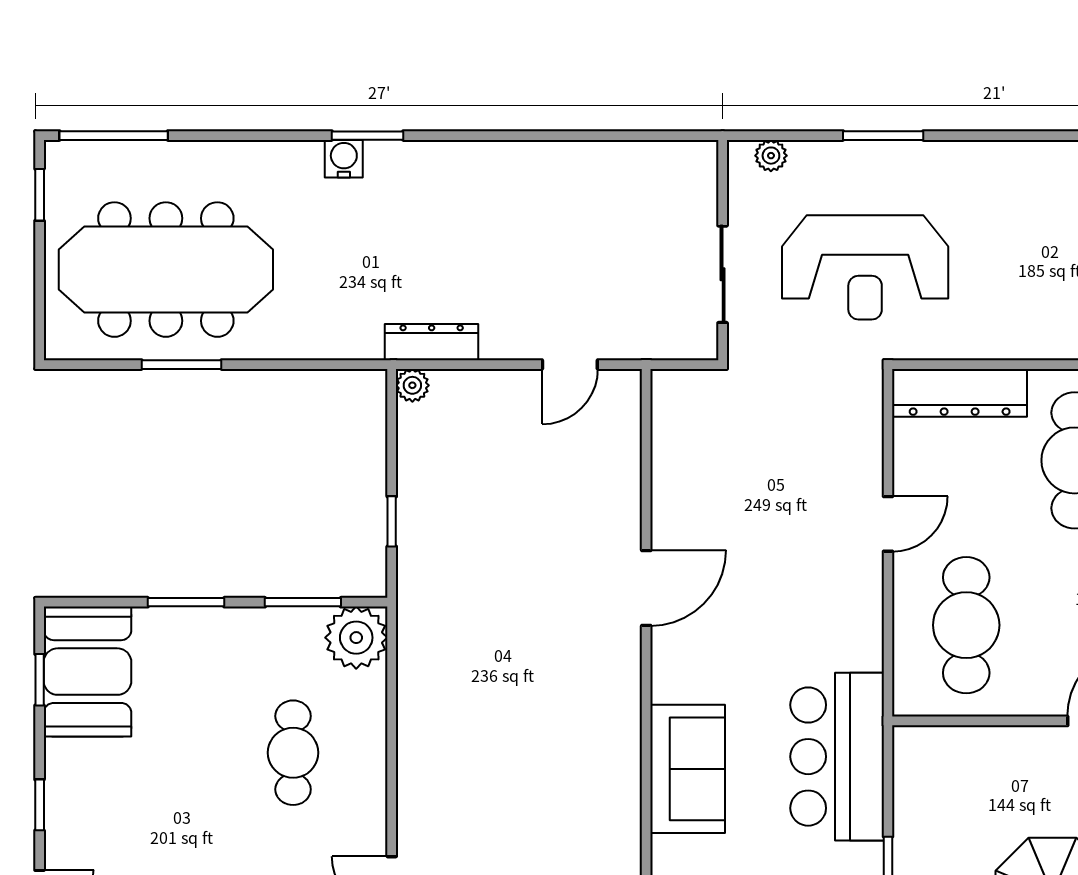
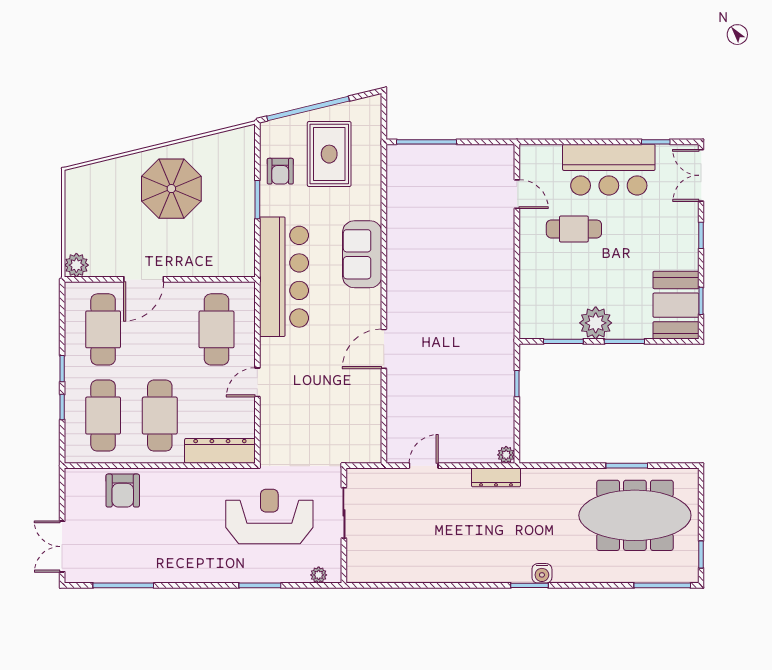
plant: (356, 638) -> (596, 323), moved
cafe table: (293, 753) -> (574, 229), moved, turned 90
bar counter: (837, 757) -> (284, 277), width x1.36

